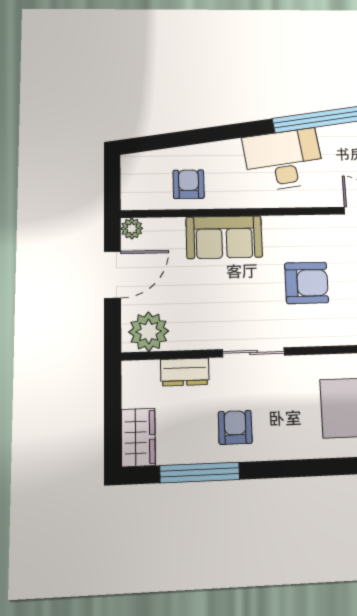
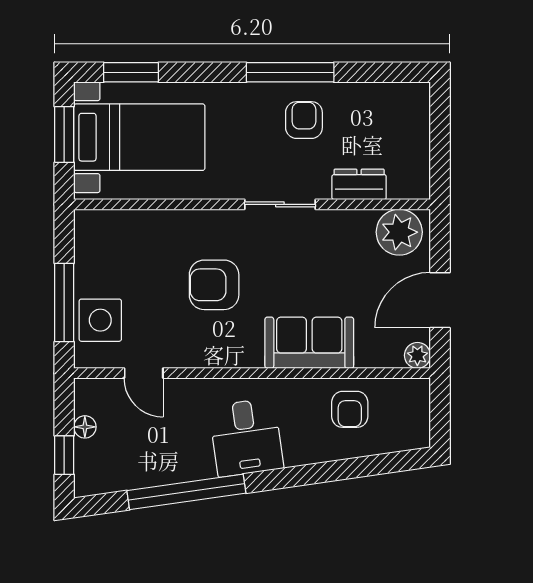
desk: (284, 160) -> (246, 437), width x0.73
armchair: (235, 427) -> (304, 120), turned 180
wardrobe: (138, 437) -> (412, 113), removed
window: (200, 473) -> (290, 72), moved

